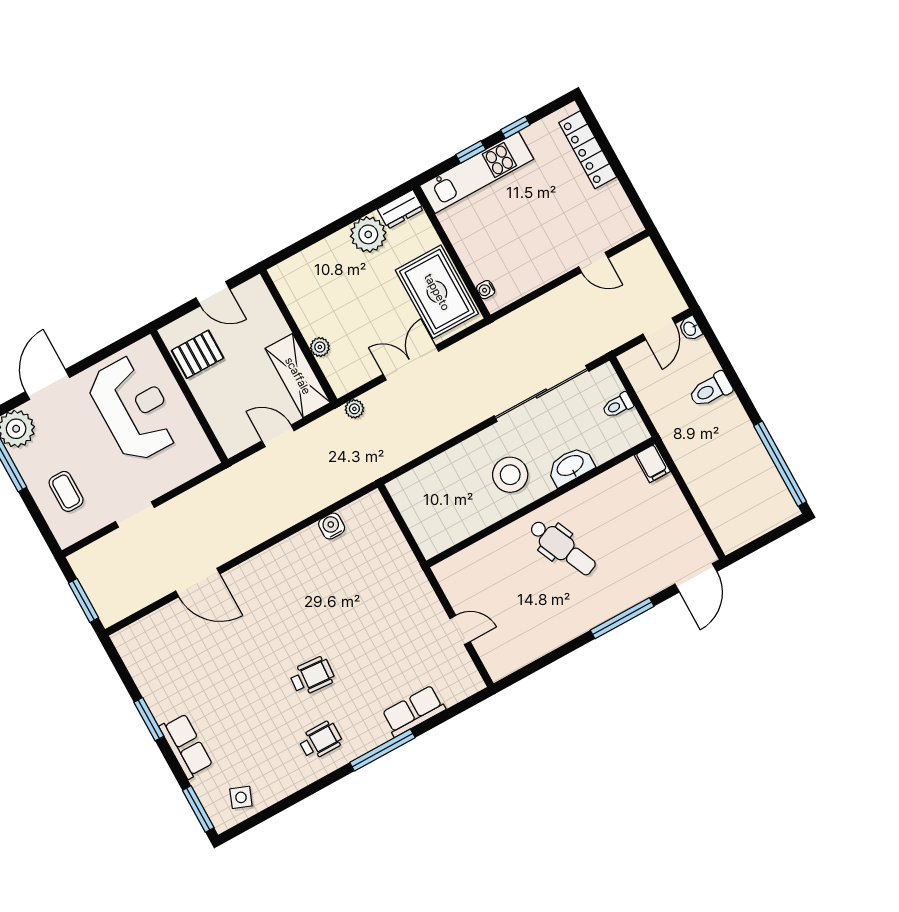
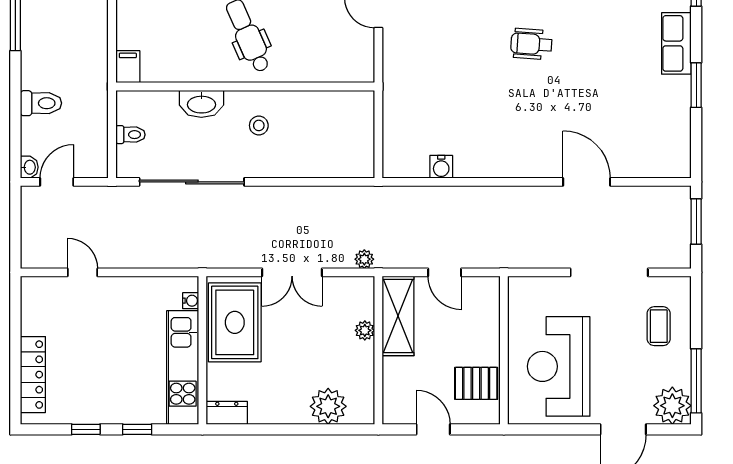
kitchen unit: (477, 172) -> (183, 368), moved, turned -90
plant: (368, 234) -> (328, 406), moved
stool: (510, 475) -> (259, 125), width x0.53, depth x0.53
doorway: (135, 514) -> (609, 272), width x1.88

